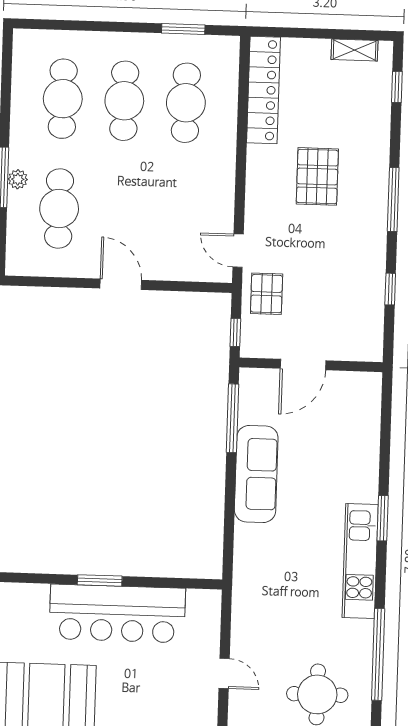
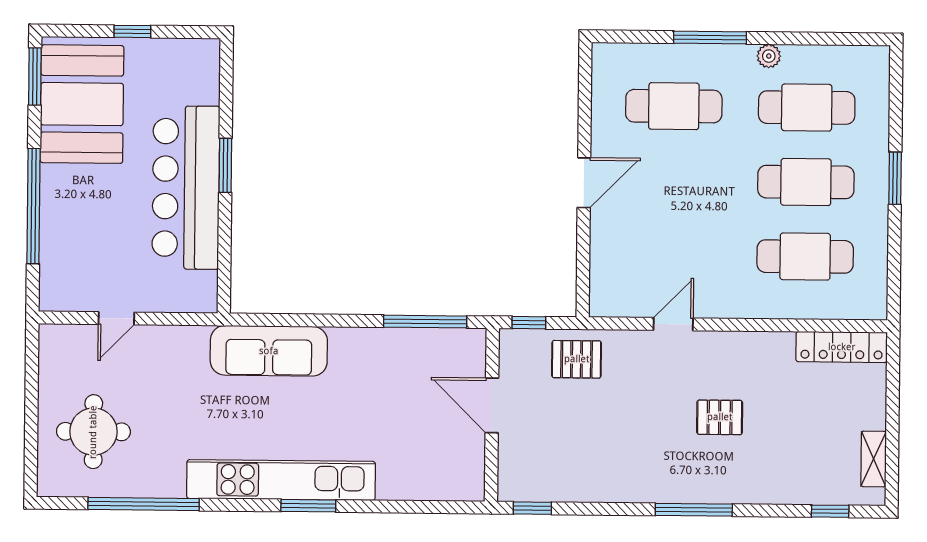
window: (183, 29) -> (895, 178), moved
locker: (263, 90) -> (842, 347), width x0.71, depth x0.83
pallet: (317, 176) -> (720, 417), width x0.67, depth x0.71
plant: (18, 179) -> (769, 56), moved
door: (238, 251) -> (673, 324), moved
window: (390, 289) -> (532, 508), moved
sofa: (256, 474) -> (269, 351), moved
kitchen unit: (360, 561) -> (281, 480), width x1.36

